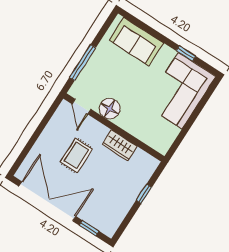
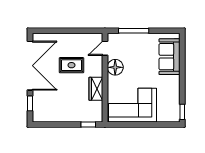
window: (186, 54) -> (182, 112), moved
corner sofa: (180, 91) -> (132, 105), moved
window: (144, 194) -> (88, 125), moved

